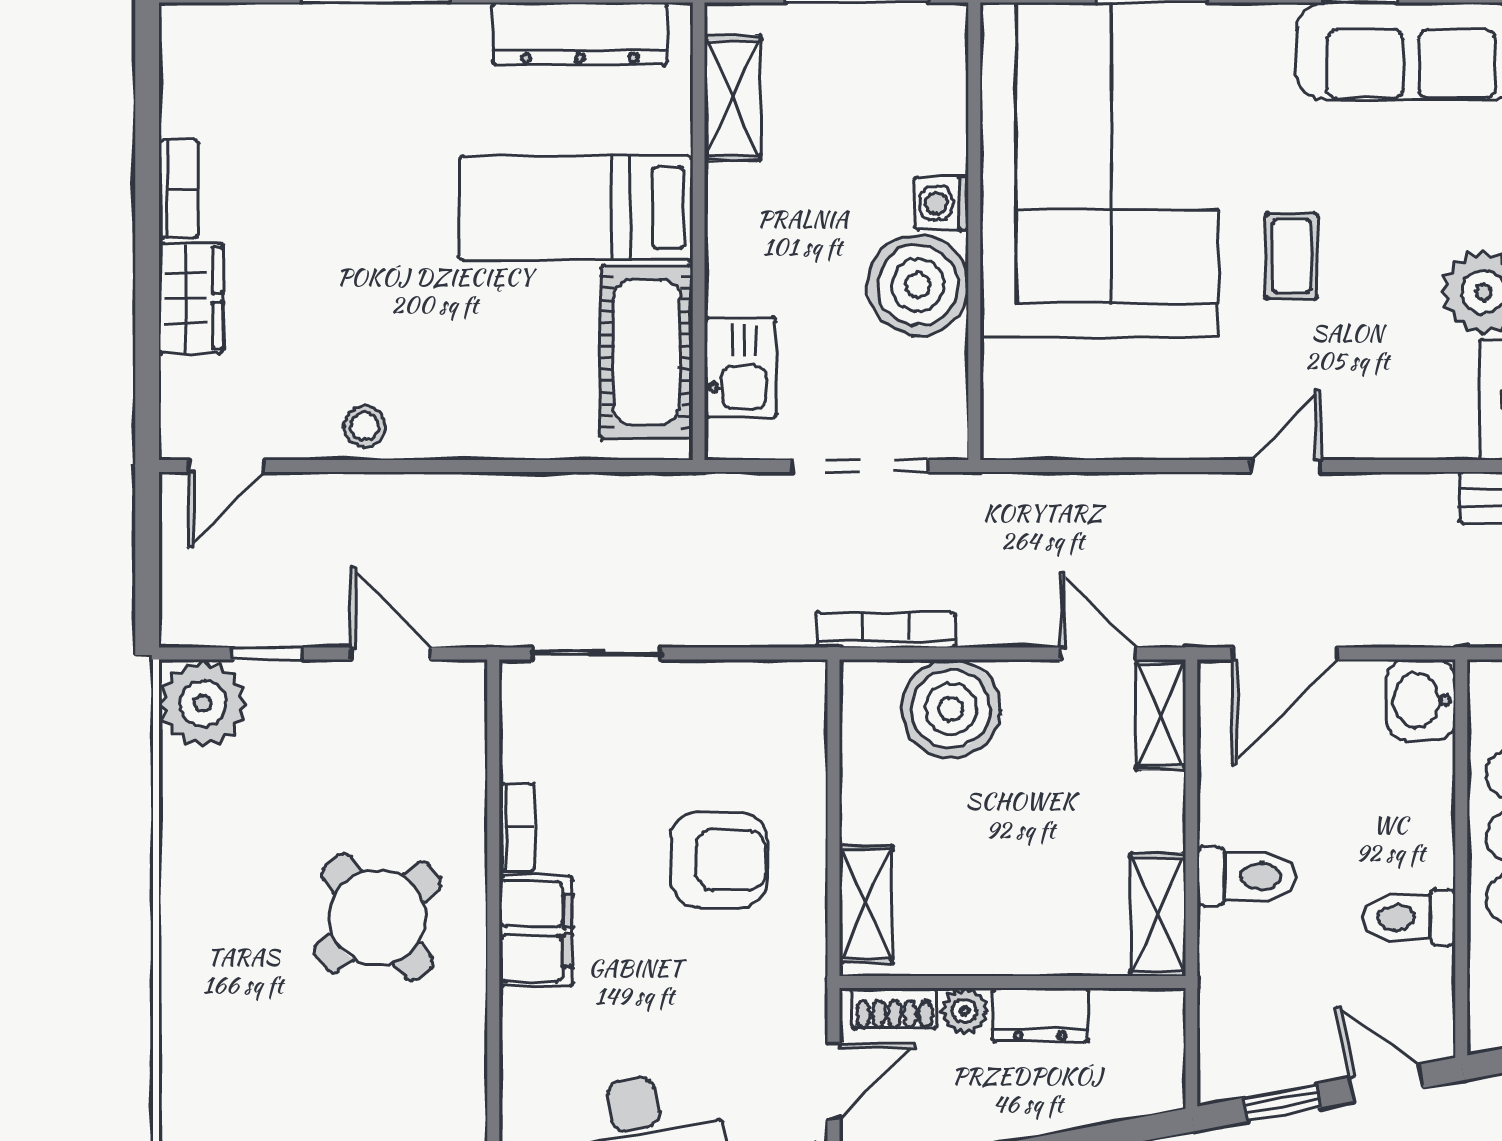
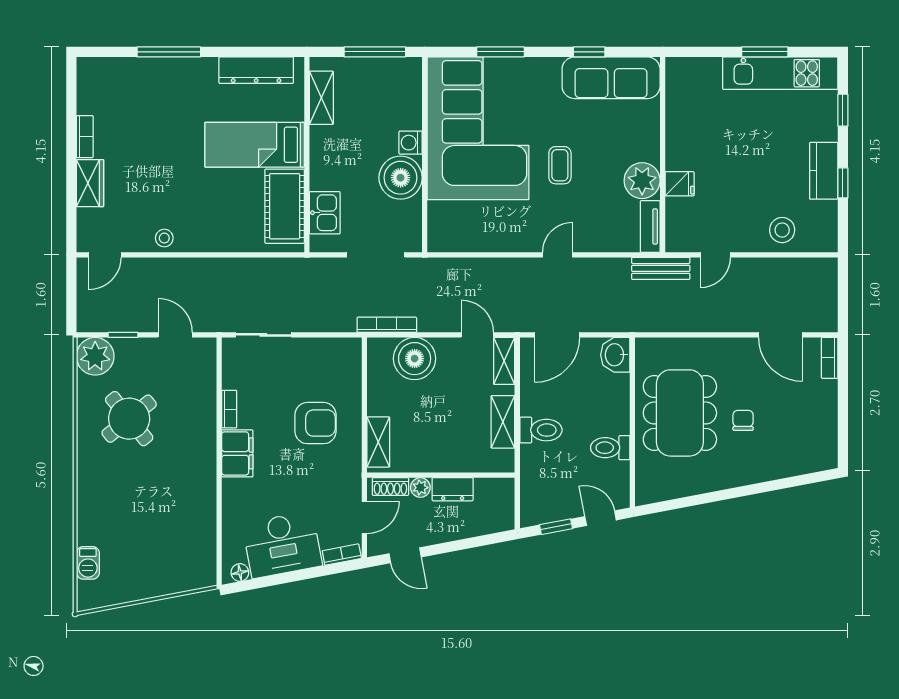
shelving: (1158, 915) -> (503, 422), moved
round table: (378, 917) -> (129, 419), moved

